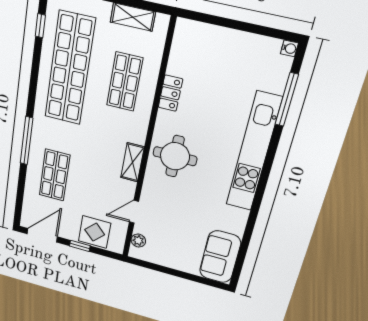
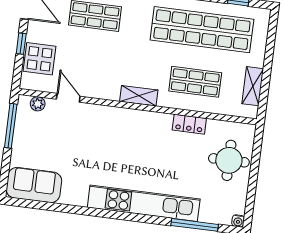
round table: (175, 156) -> (229, 160), moved
shelving: (132, 162) -> (139, 96), moved
window: (158, 268) -> (11, 126), added

